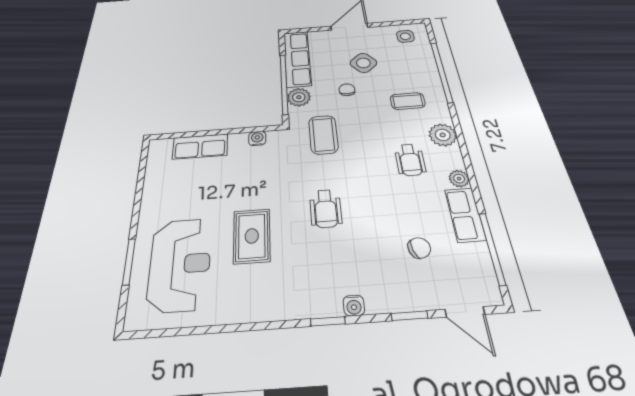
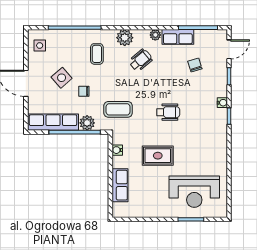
wheelchair: (410, 160) -> (141, 60), turned -40
rug: (252, 236) -> (158, 156), moved
reception desk: (180, 264) -> (194, 192), turned 180

